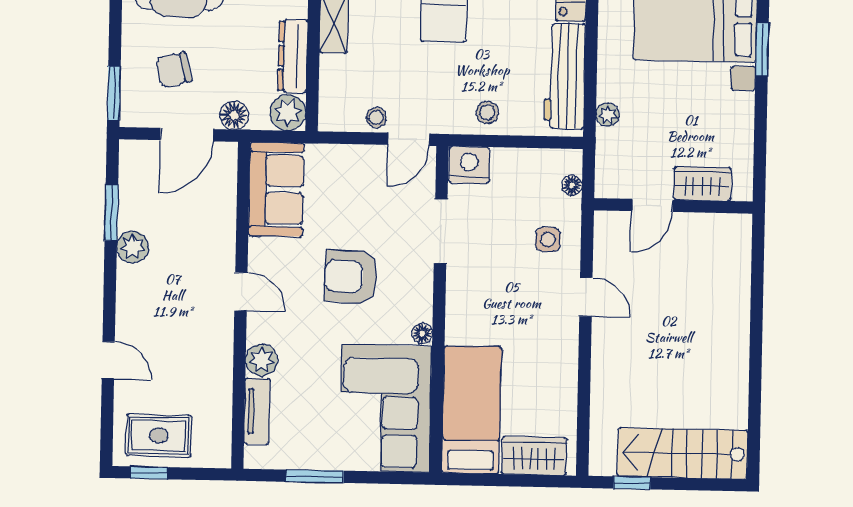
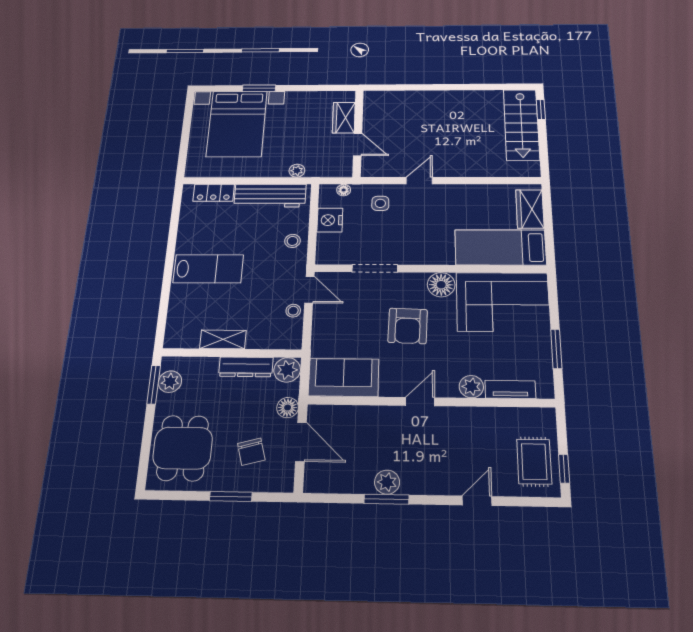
window: (114, 93) -> (231, 496), moved
nightstand: (469, 165) -> (330, 220), moved
window: (111, 213) -> (386, 499), moved
floor lamp: (422, 333) -> (441, 285), width x1.89, depth x1.89
window: (632, 483) -> (541, 109), moved

